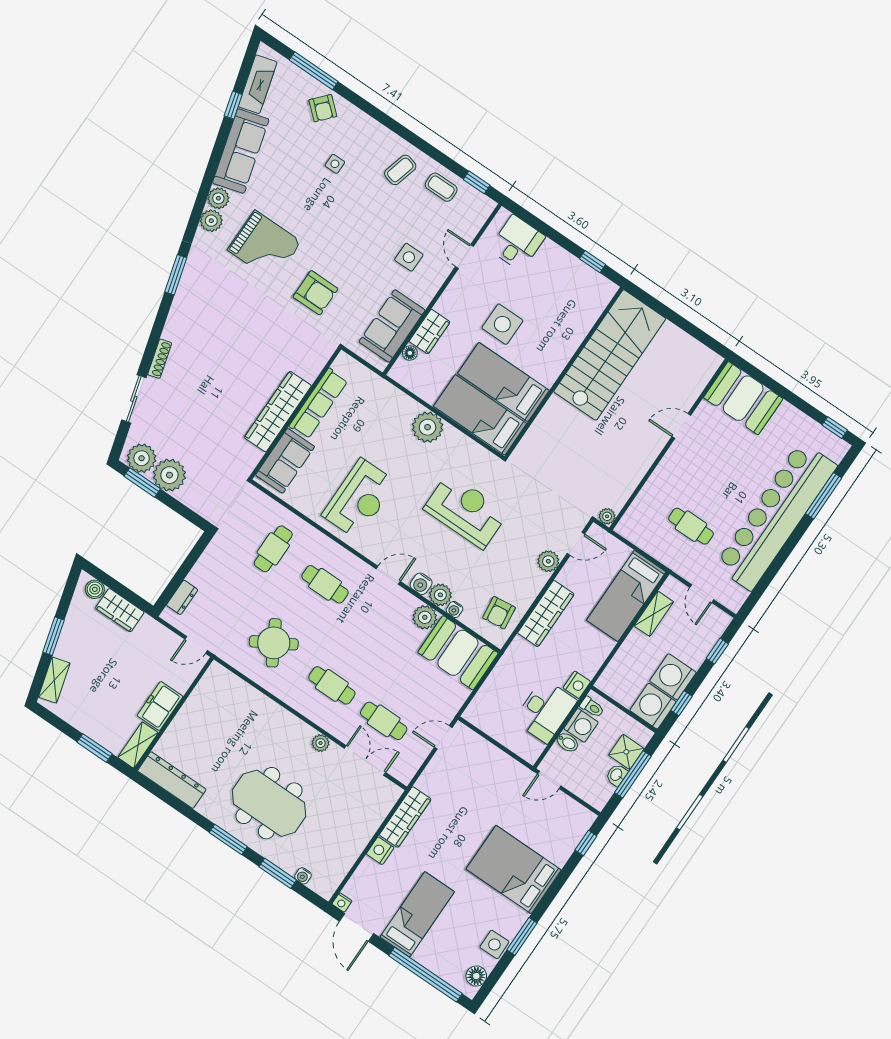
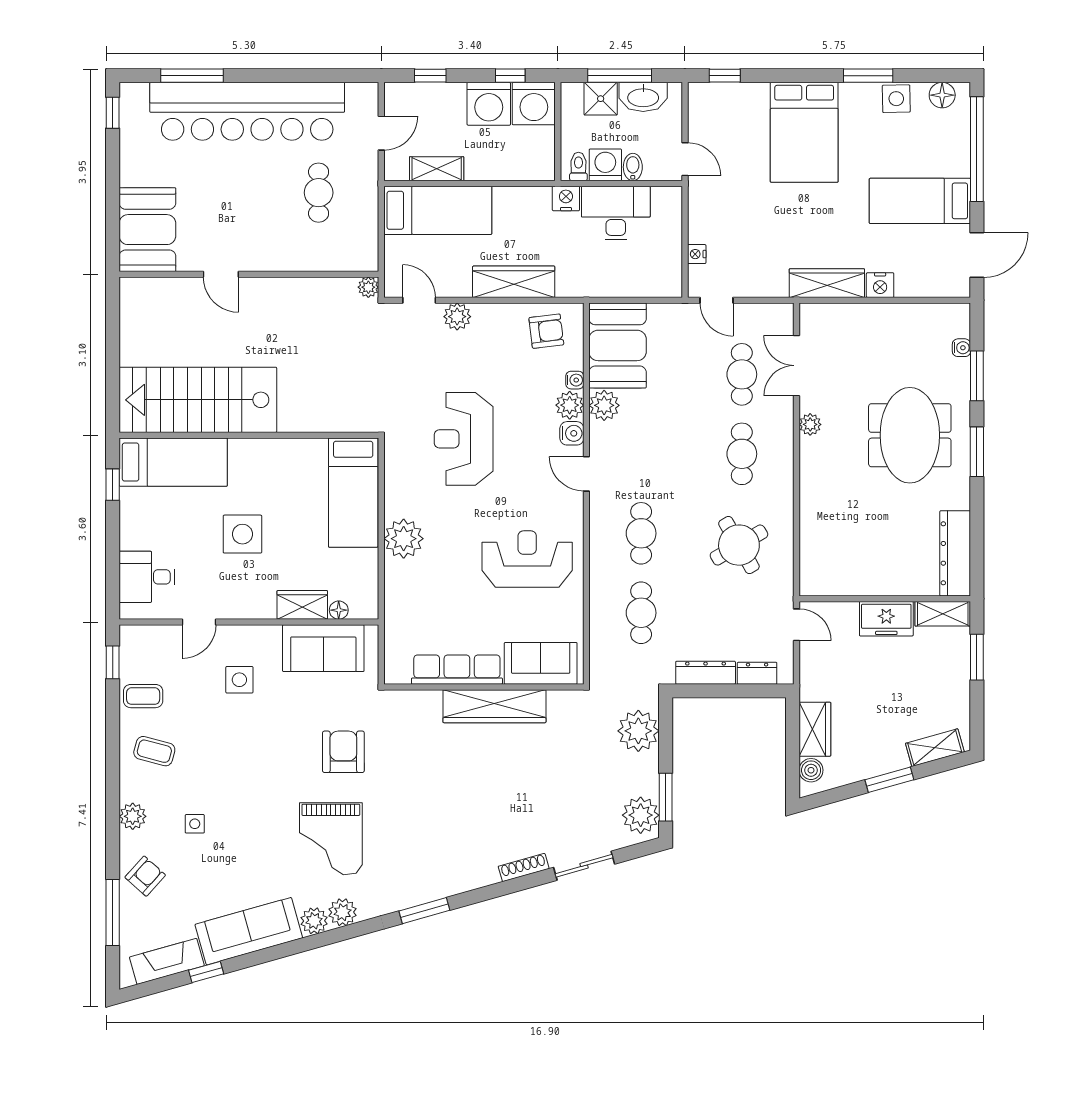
plant: (368, 127) -> (133, 816), added
coffee table: (441, 187) -> (143, 696), turned 90
grand piano: (264, 246) -> (331, 839), turned 180
bed: (503, 382) -> (173, 462), moved, turned -90
plant: (169, 475) -> (638, 731), moved
cafe table: (273, 549) -> (641, 613), turned 90
dresser: (205, 564) -> (706, 673), added
washbasin: (617, 775) -> (643, 97), width x1.91, depth x1.45
nightstand: (342, 902) -> (697, 254), moved, turned 180

